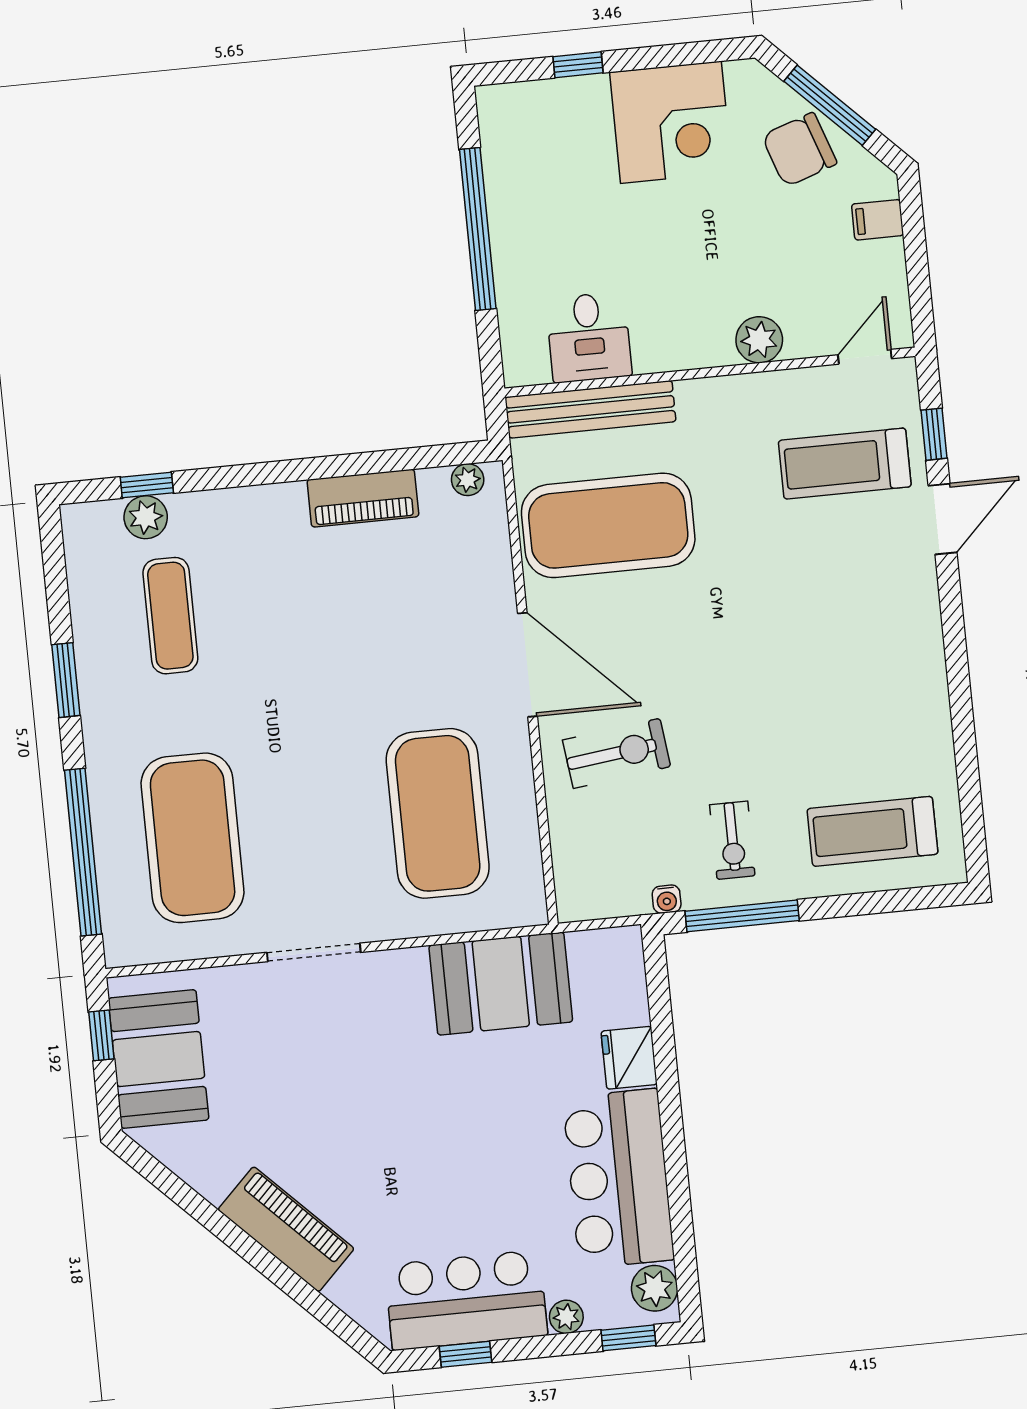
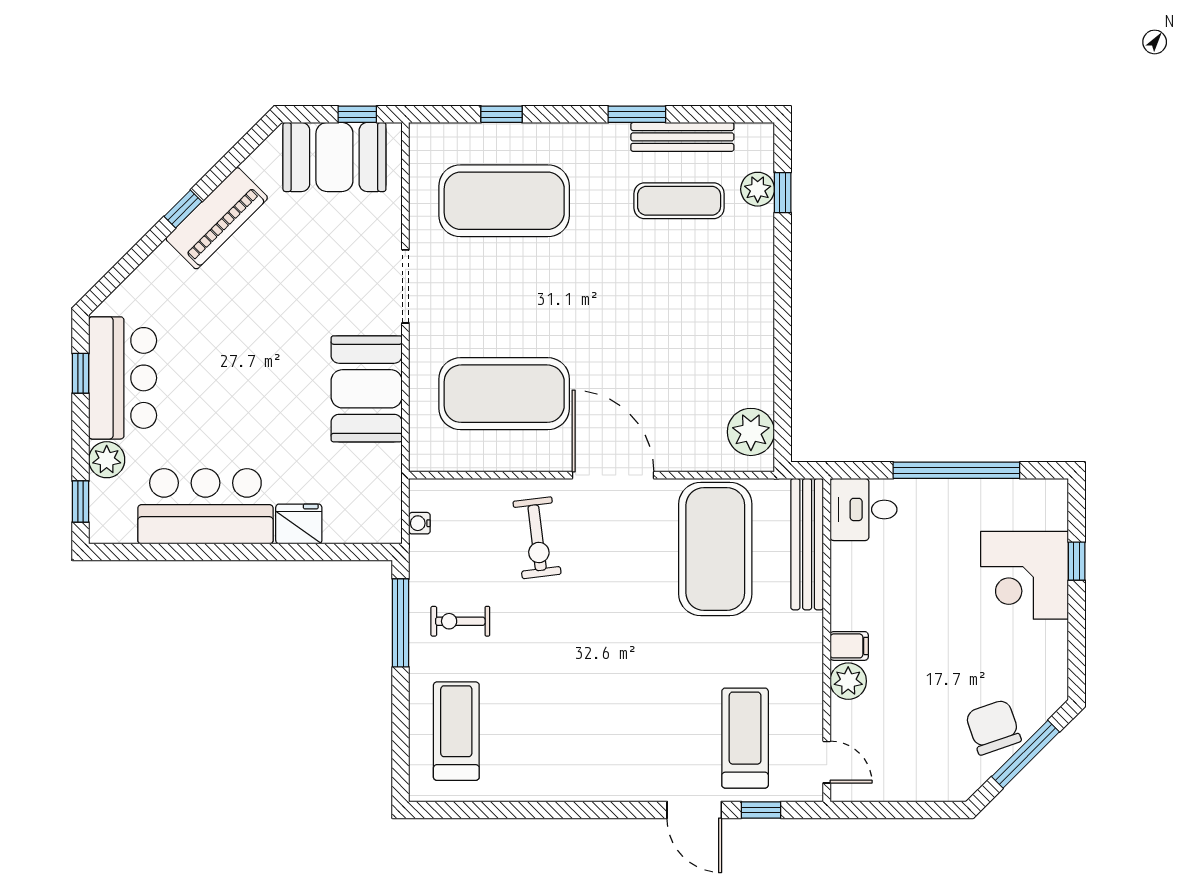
corner desk: (671, 122) -> (1025, 575), moved
filing cabinet: (878, 220) -> (849, 646), moved, turned 90
desk: (589, 337) -> (863, 509), moved
plant: (468, 480) -> (751, 432), width x1.88, depth x1.88
piano: (363, 498) -> (756, 360), removed
bench: (89, 620) -> (682, 137), added
door: (527, 665) -> (613, 475), swing flipped
window: (83, 852) -> (502, 114), width x0.32
water cooler: (667, 899) -> (419, 523), moved
booth: (501, 984) -> (367, 389), moved
piano: (286, 1229) -> (217, 218), moved
window: (244, 1245) -> (183, 209), added
plant: (655, 1288) -> (117, 526), removed
plant: (566, 1317) -> (107, 460), width x1.38, depth x1.38

